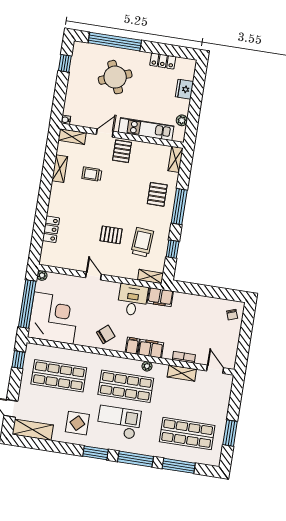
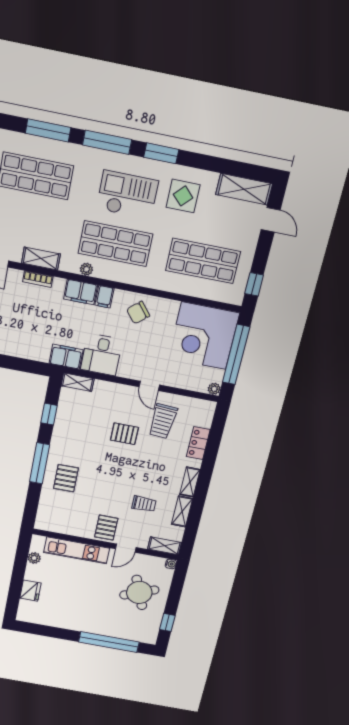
locker: (163, 61) -> (55, 620), removed
round table: (115, 77) -> (139, 592), moved
shelving: (176, 159) -> (190, 482), moved
trolley: (142, 242) -> (163, 421), moved
checkout: (119, 422) -> (127, 195), turned 180

